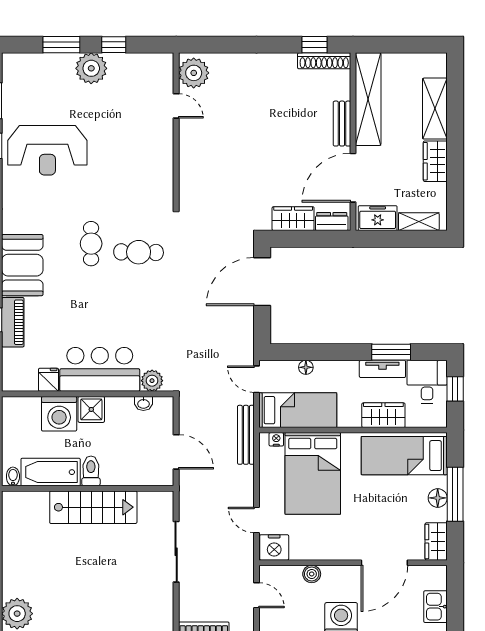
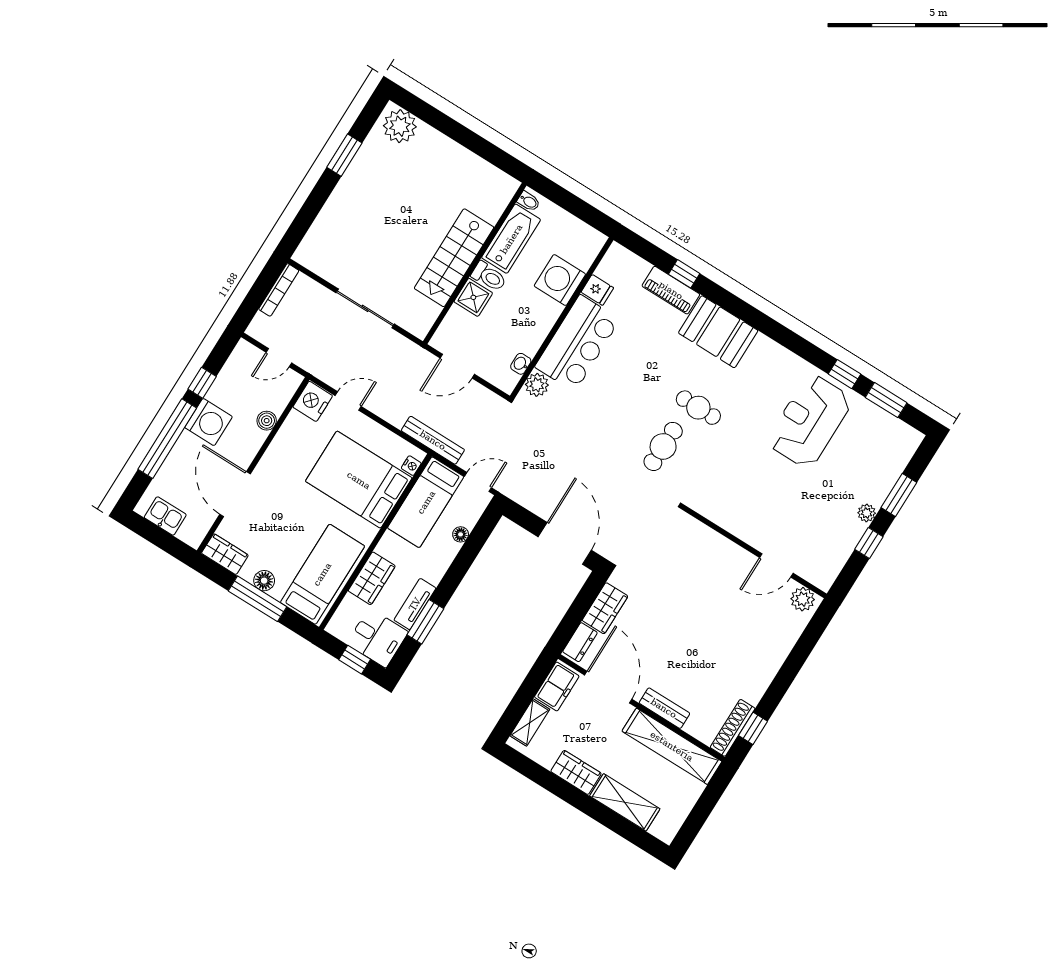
plant: (91, 68) -> (867, 513), width x0.53, depth x0.53
plant: (194, 73) -> (803, 599), width x0.73, depth x0.73
door: (176, 106) -> (776, 565), width x1.38
shower: (91, 409) -> (473, 297), moved

